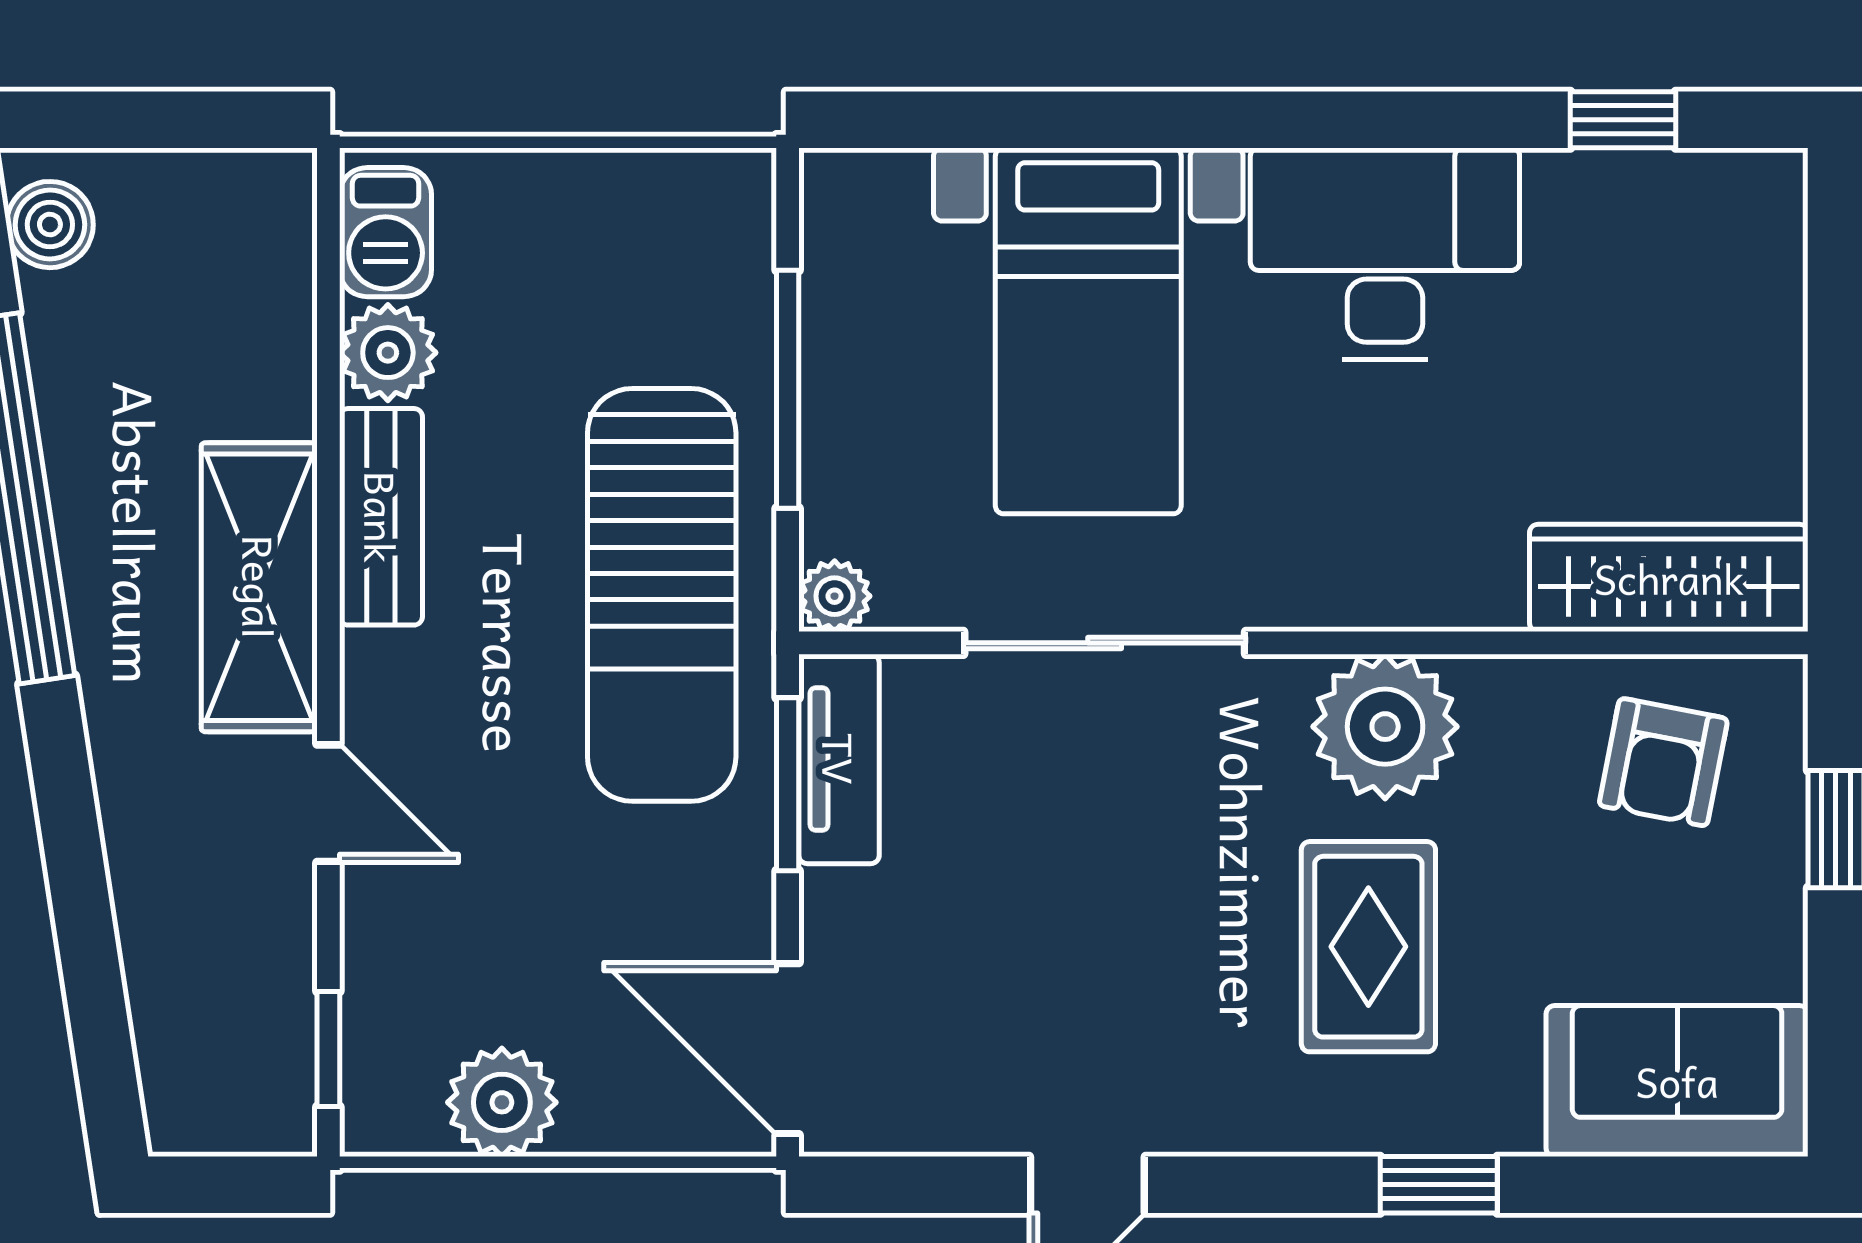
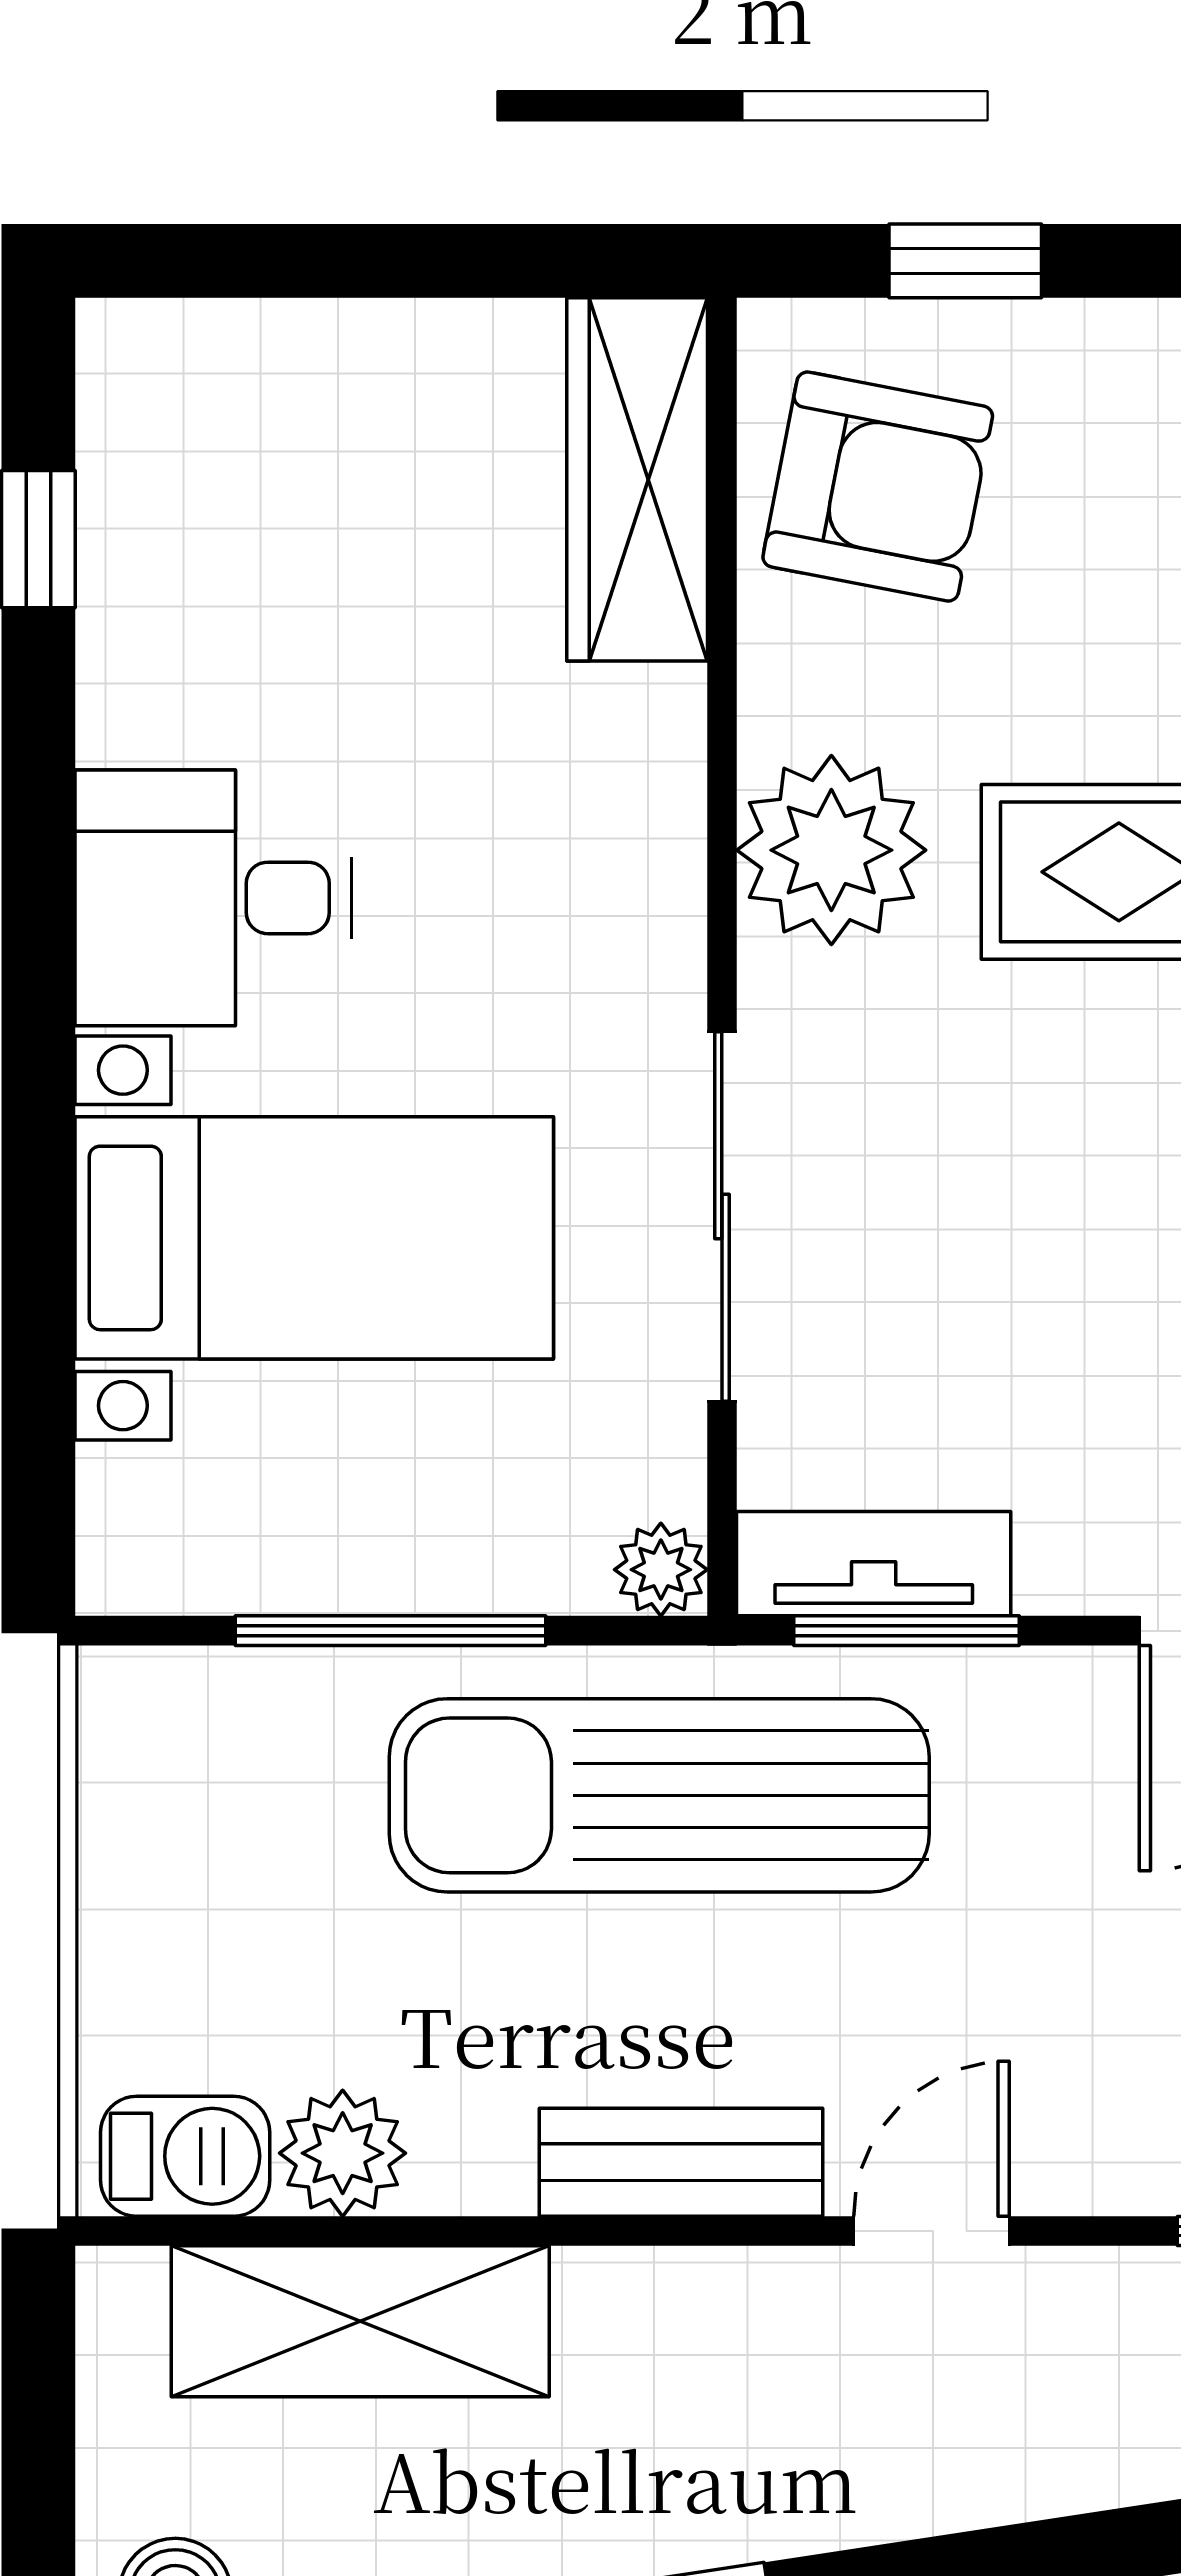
desk: (1385, 254) -> (213, 898), width x0.73
bench: (381, 517) -> (681, 2162), moved
shelving: (259, 587) -> (360, 2321), moved
sun lounger: (662, 595) -> (659, 1795), turned 180
armchair: (1663, 762) -> (878, 487), width x1.38, depth x1.38

